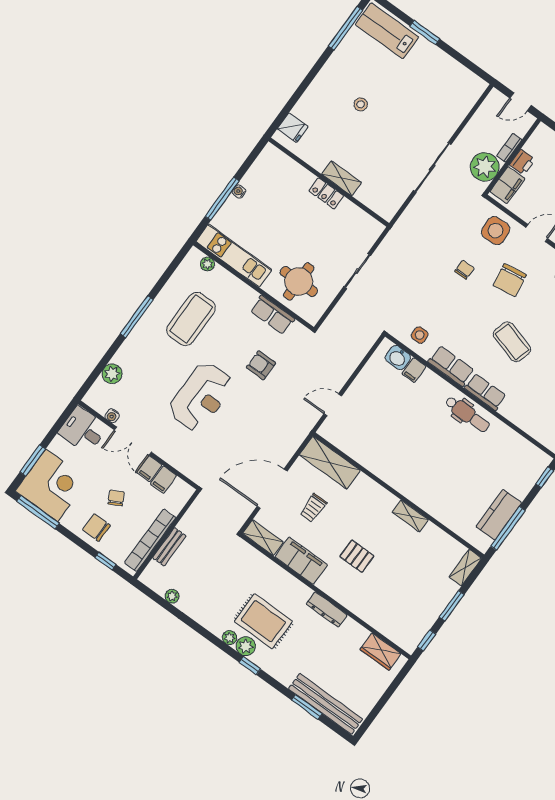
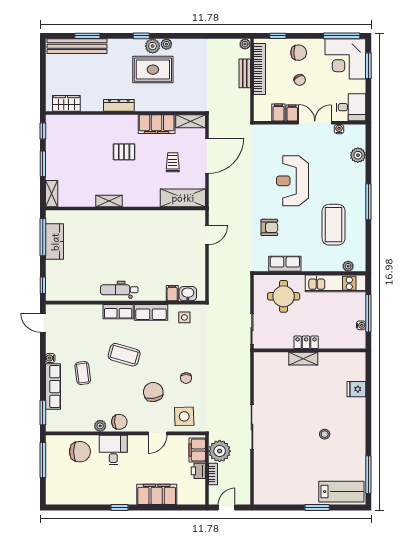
shelving: (342, 178) -> (303, 359), moved
wall: (329, 182) -> (310, 350), moved
locker: (326, 193) -> (306, 342), moved
plant: (172, 596) -> (245, 44), moved

